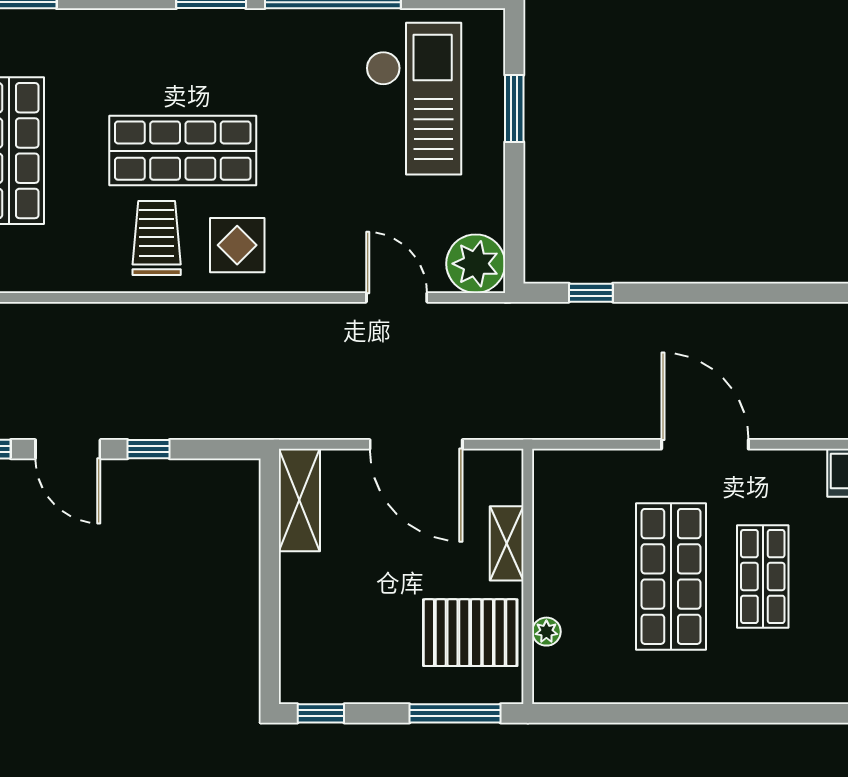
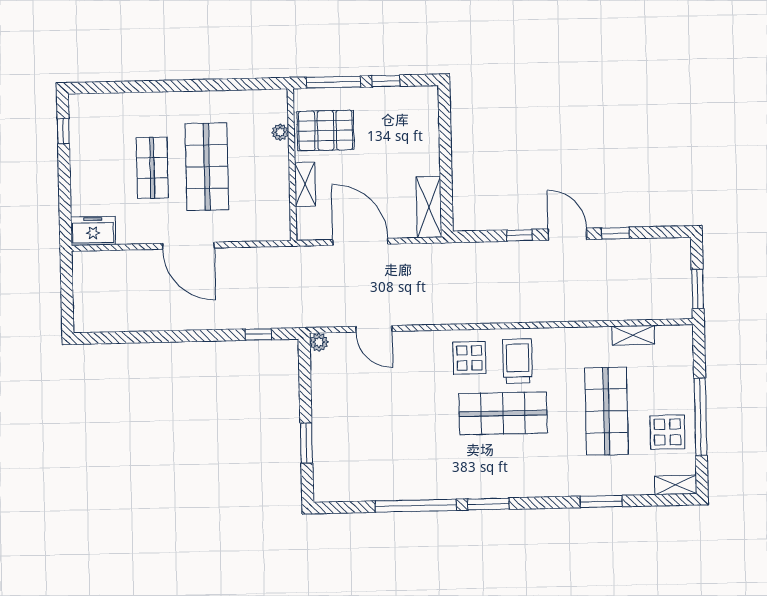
checkout: (414, 99) -> (366, 447), removed
trolley: (157, 238) -> (518, 361), turned 180
plant: (476, 264) -> (319, 342), width x0.53, depth x0.53
window: (321, 713) -> (386, 81), moved

